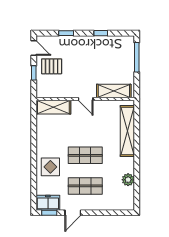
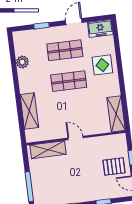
shelving: (53, 107) -> (116, 114), moved, turned 90
shelving: (127, 131) -> (29, 111), width x0.68
window: (49, 213) -> (41, 26), moved

